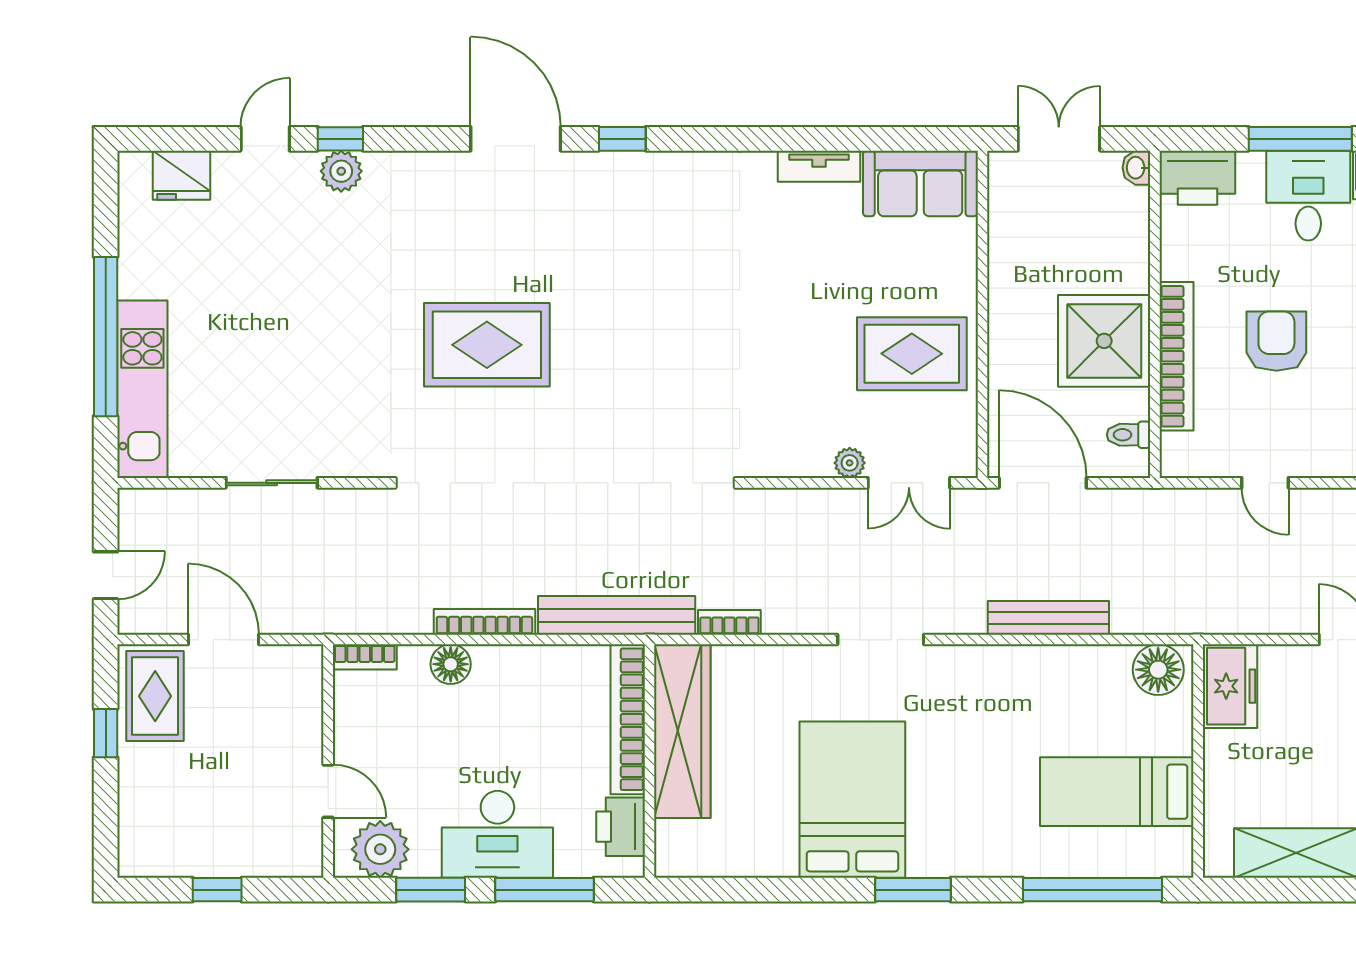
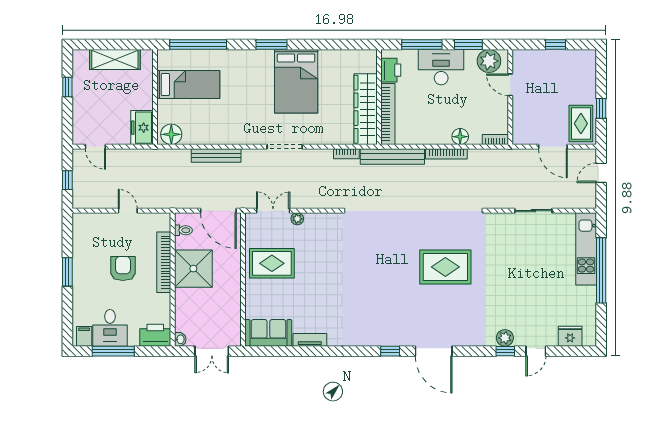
armchair: (1276, 341) -> (123, 269), turned 180

